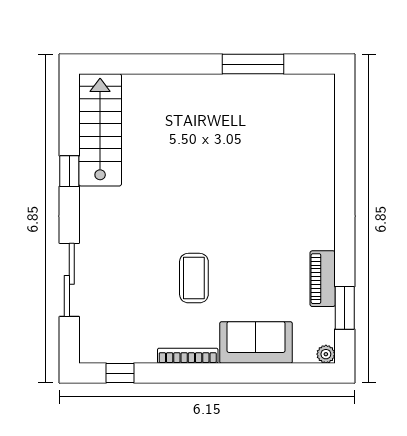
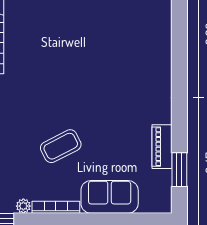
coffee table: (194, 278) -> (61, 146), turned 63
plant: (326, 354) -> (23, 206), moved

